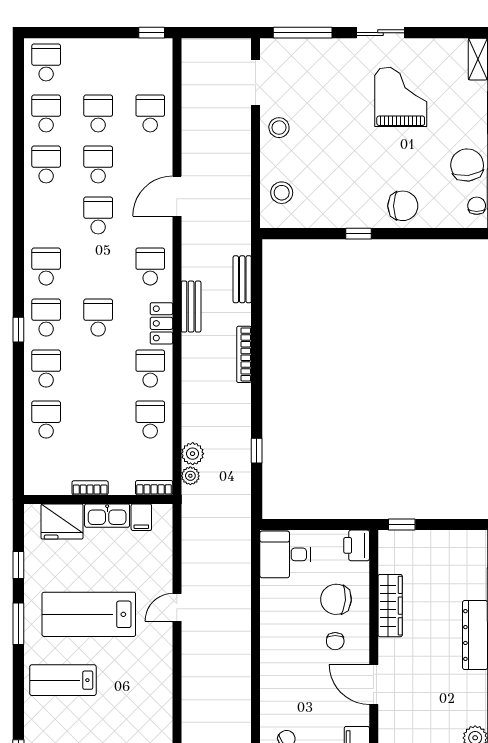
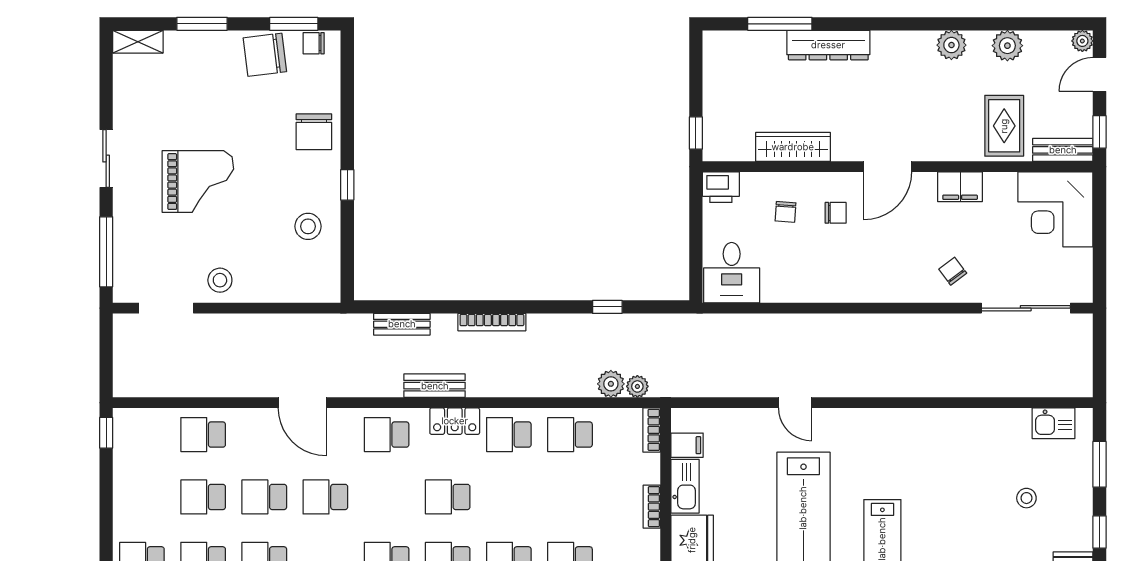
grand piano: (401, 97) -> (198, 182), moved, turned 180
stool: (282, 193) -> (308, 226), moved
chair: (403, 206) -> (314, 132), turned 180
chair: (336, 599) -> (785, 212), width x0.54, depth x0.54

